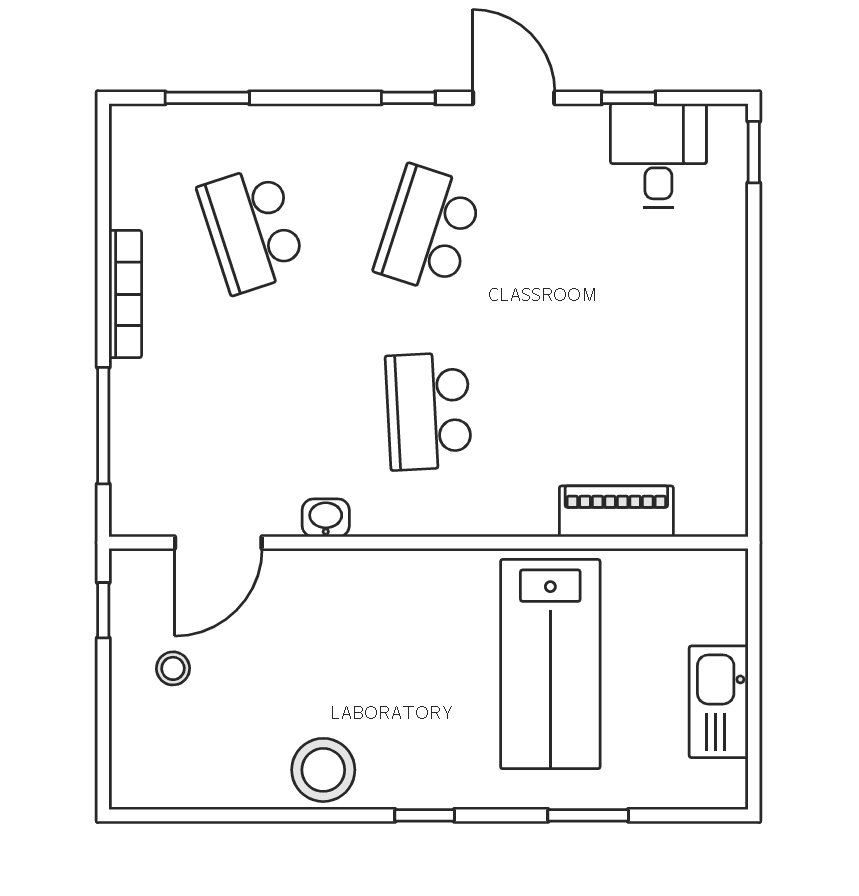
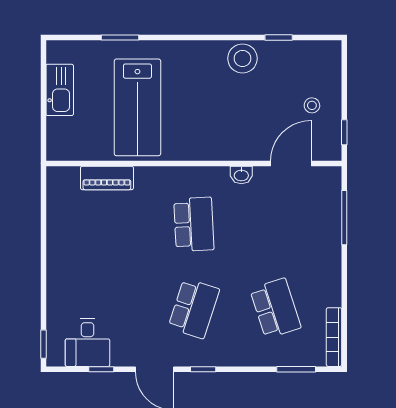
bookcase: (125, 294) -> (334, 337), moved
lab bench: (550, 664) -> (137, 107), turned 180
window: (425, 815) -> (279, 37), moved

